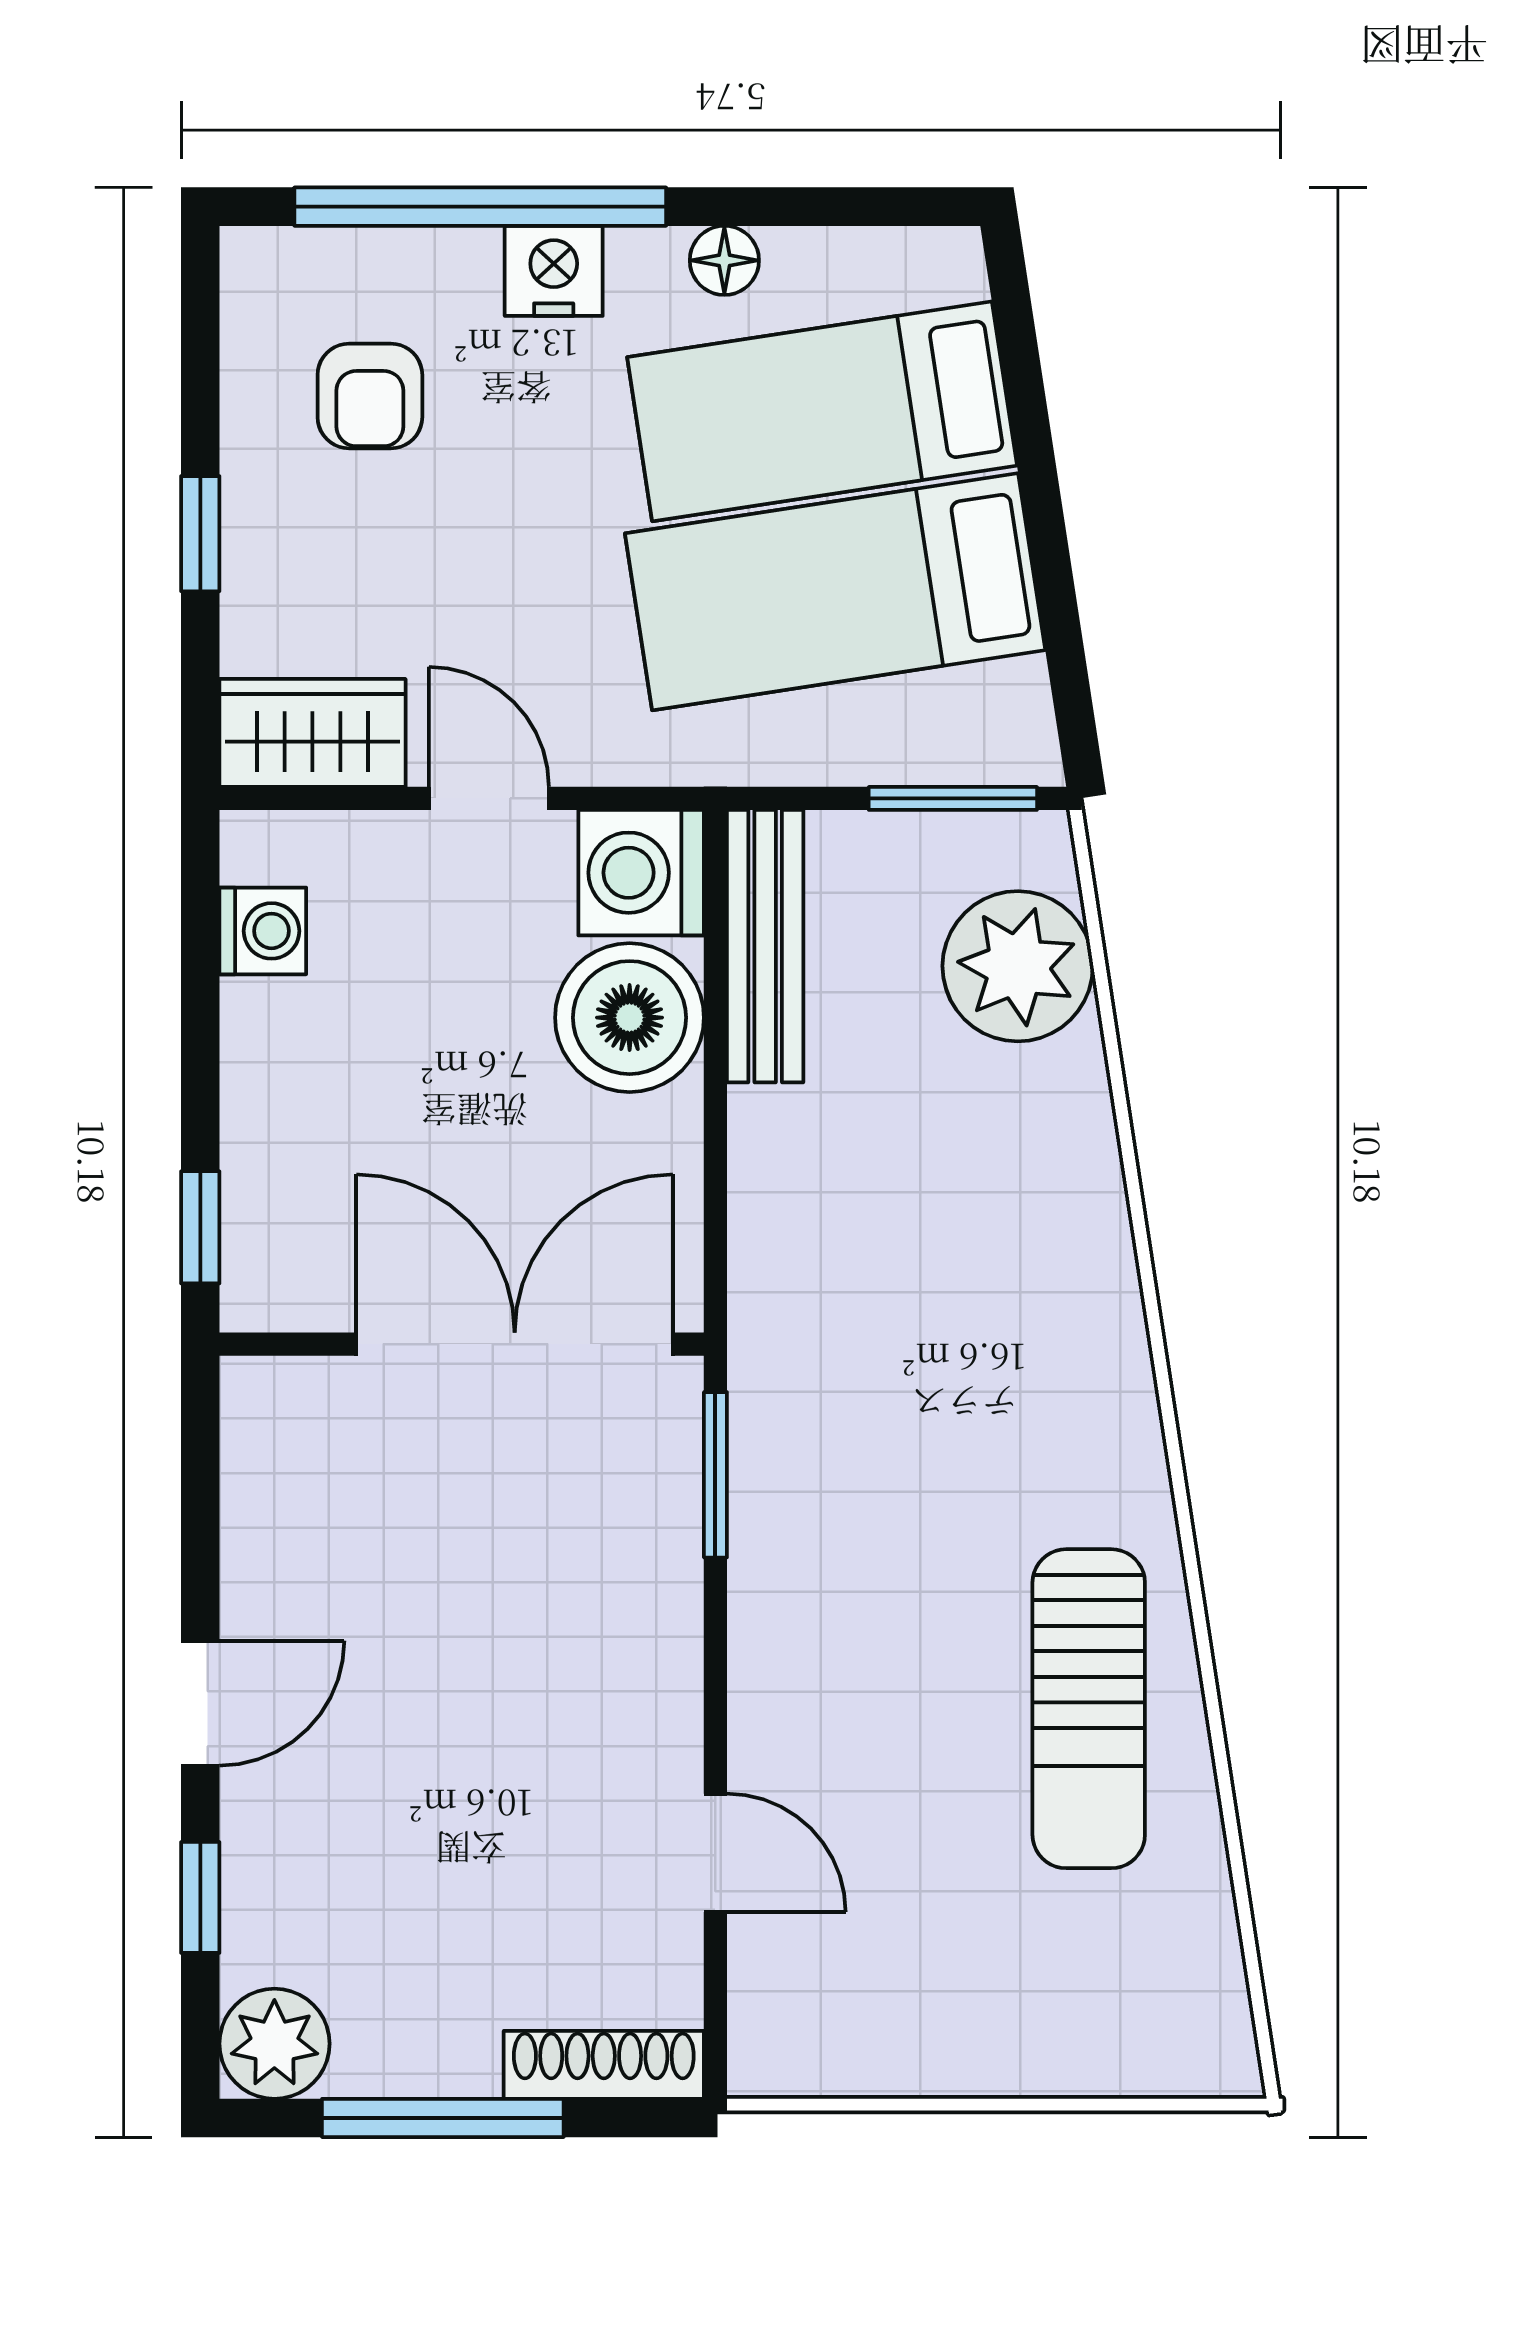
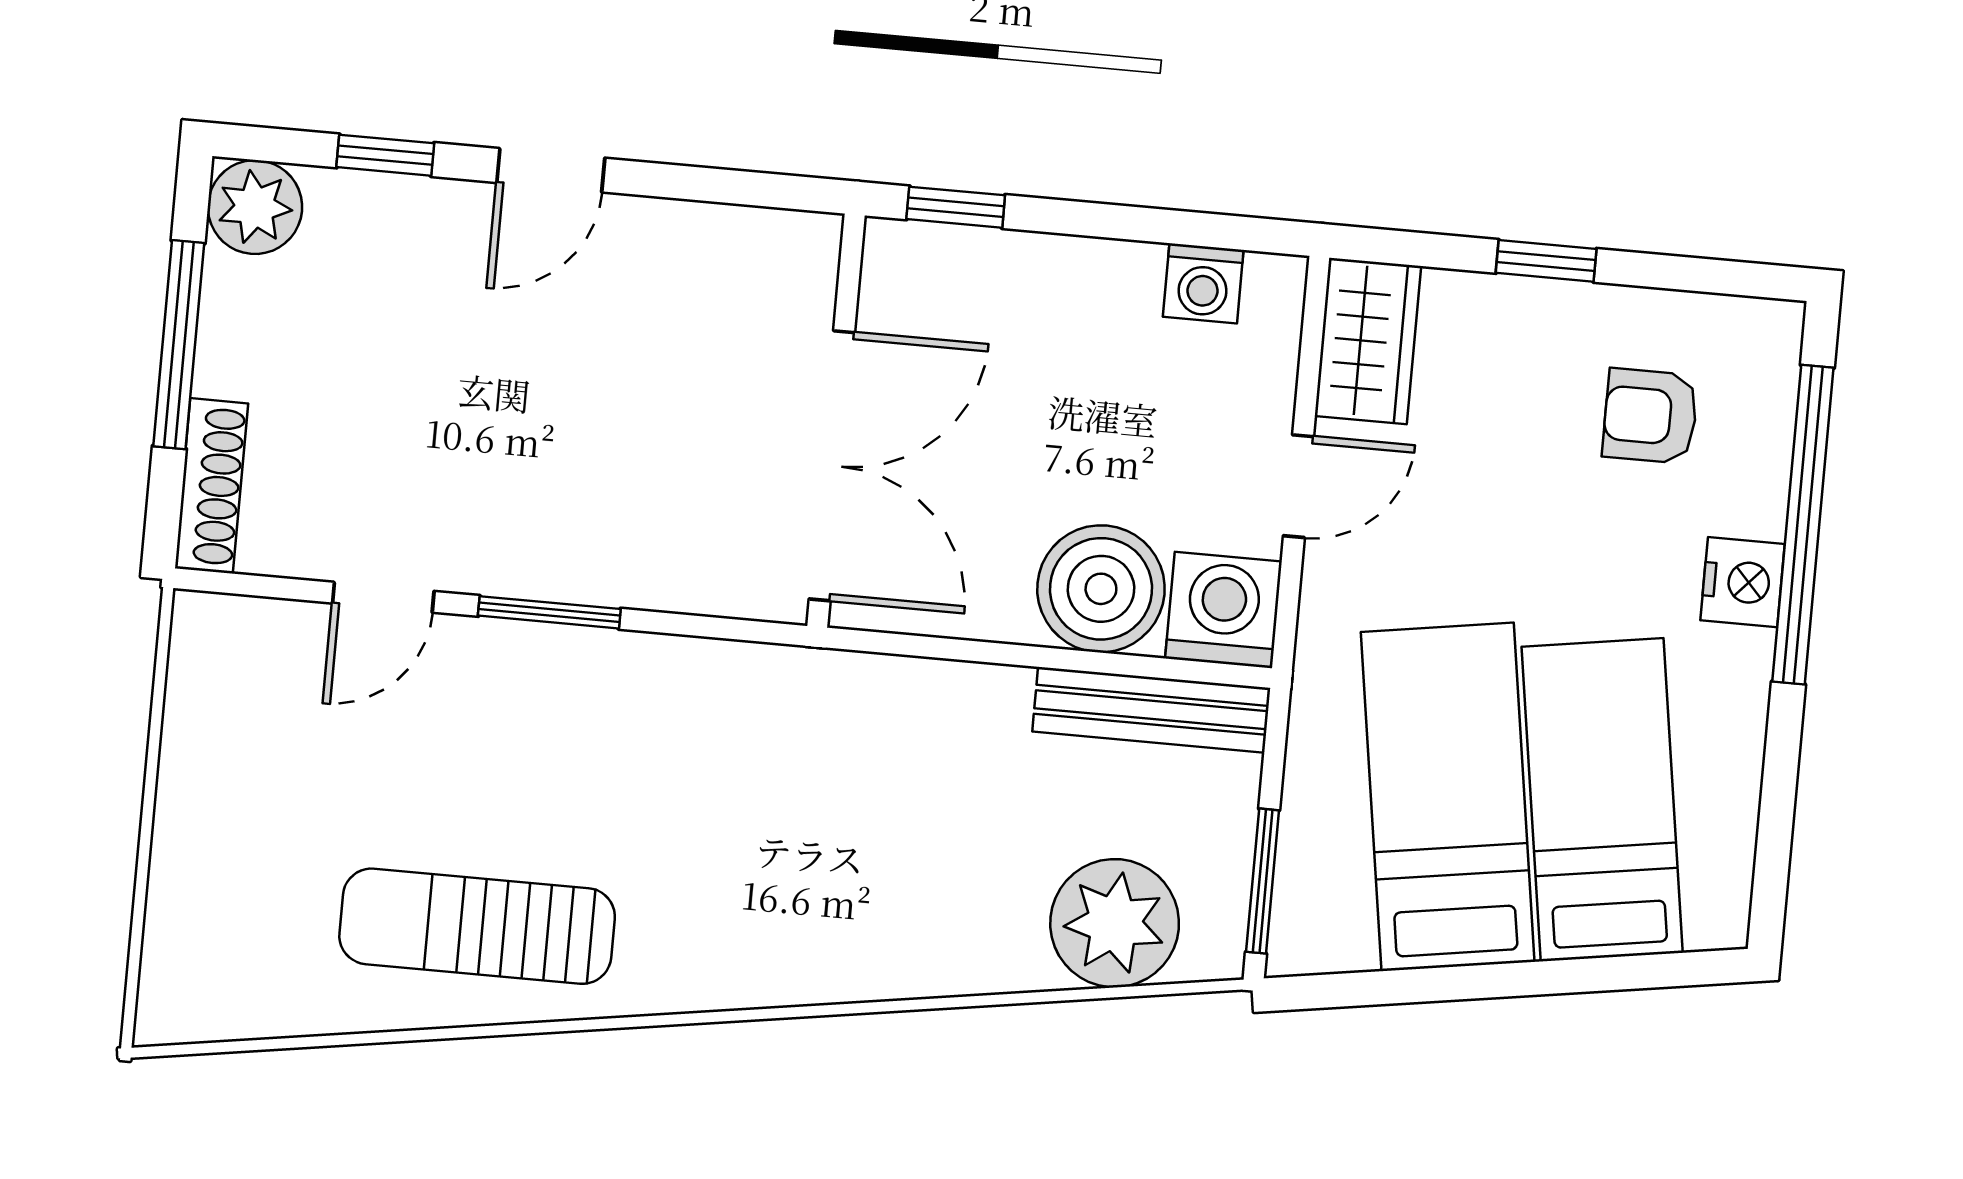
floor lamp: (724, 260) -> (1738, 728), removed
window: (715, 1475) -> (549, 612), moved
door: (200, 1703) -> (551, 170), hinge flipped

